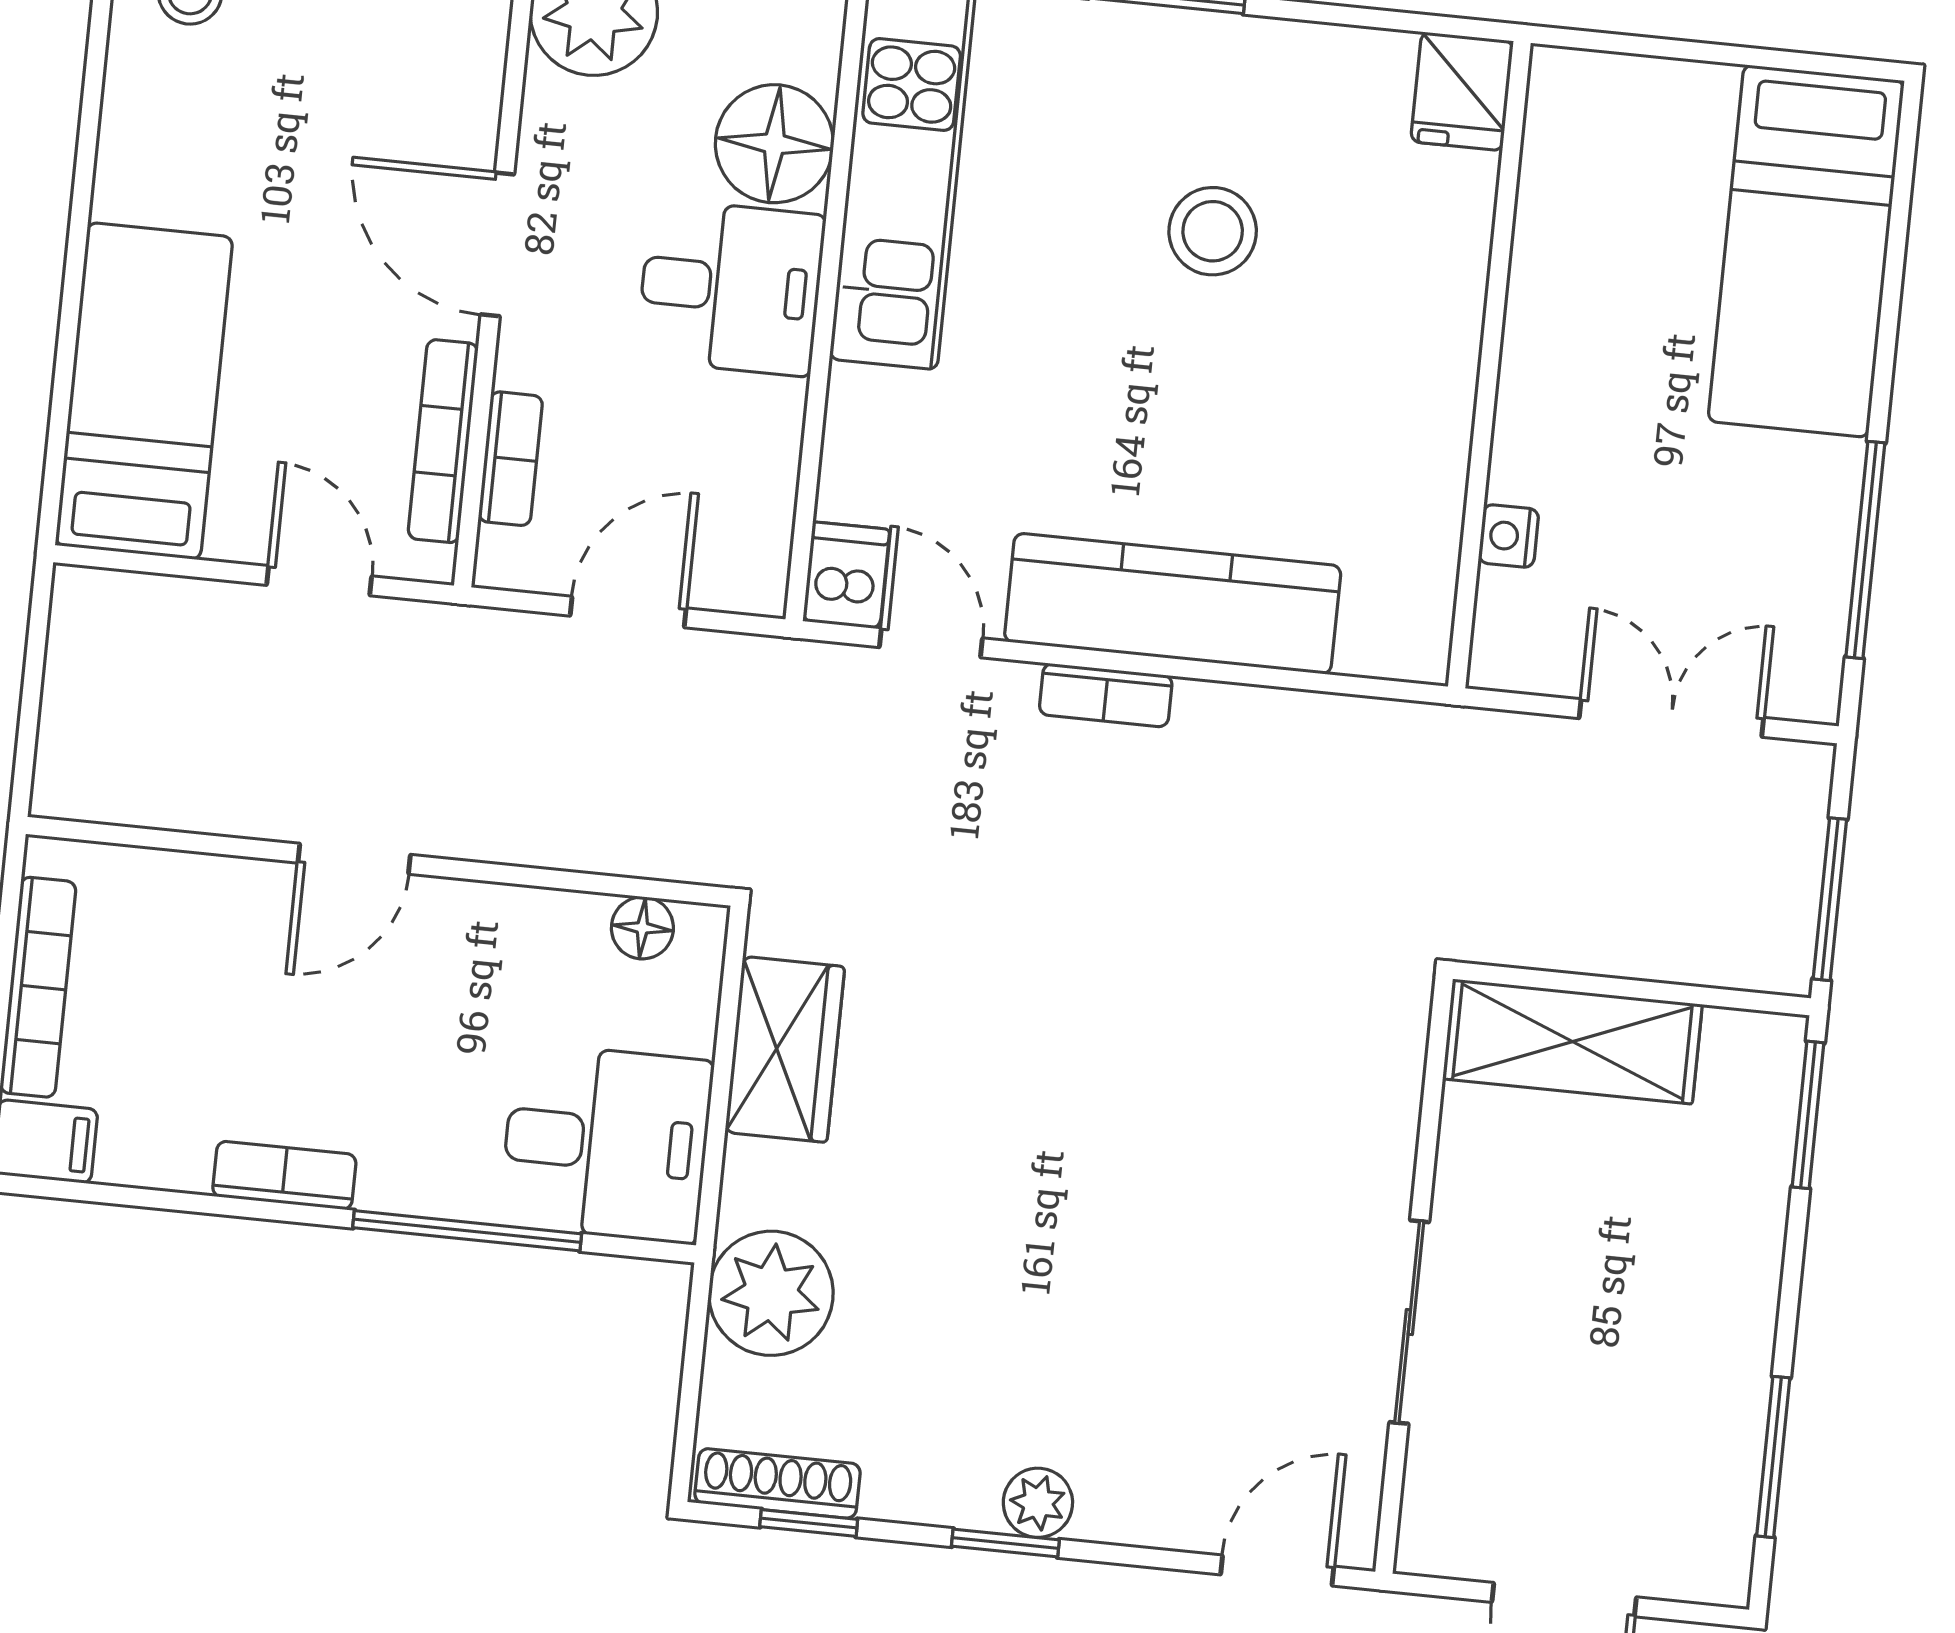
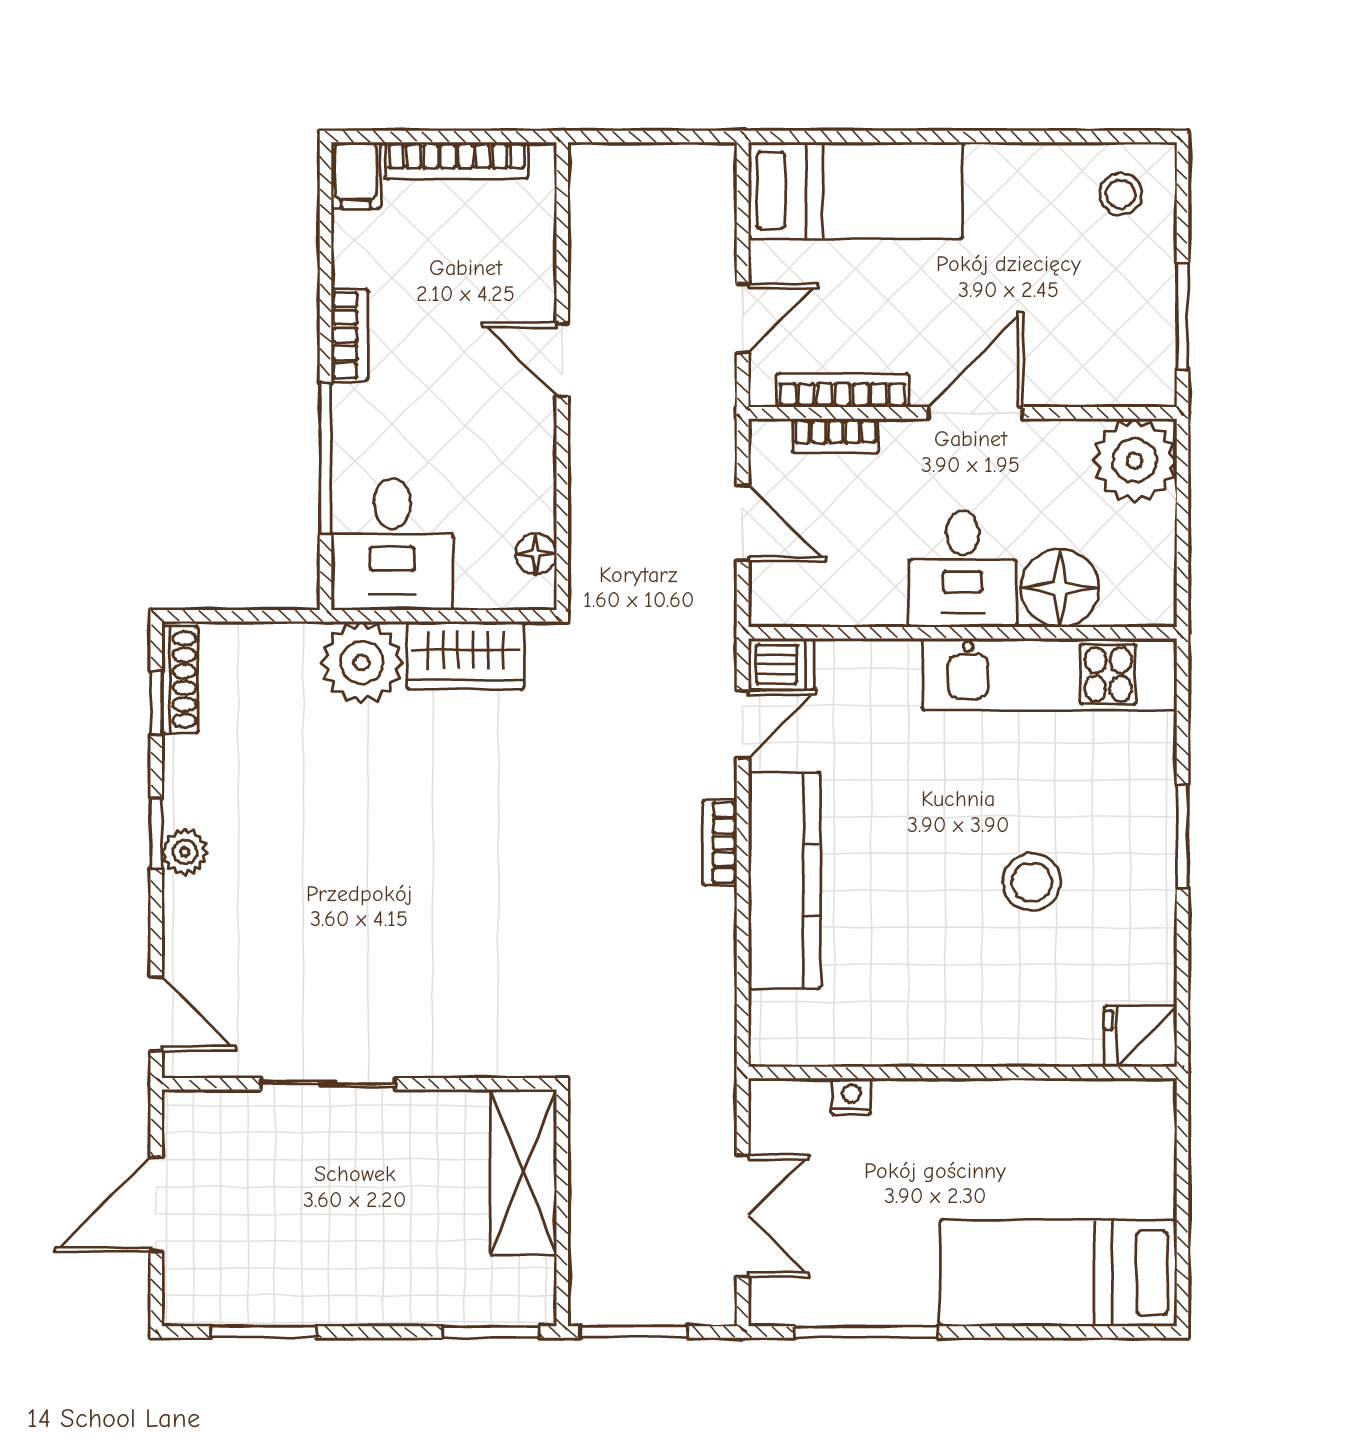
plant: (771, 1293) -> (362, 663), moved

